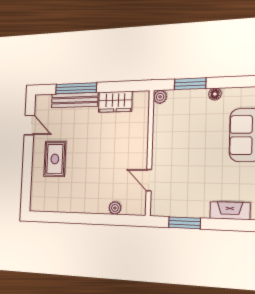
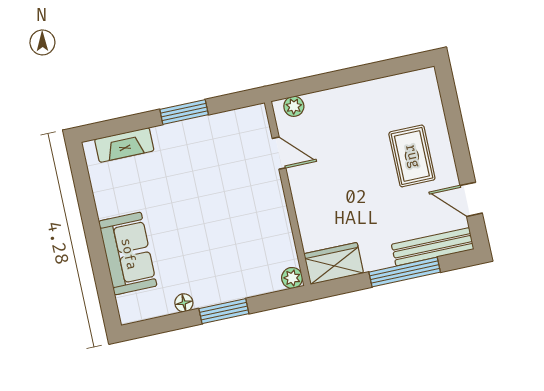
plant: (160, 97) -> (292, 278), moved
bench: (75, 100) -> (433, 247), moved
wall: (150, 153) -> (288, 193), moved
door: (149, 180) -> (279, 153), moved

